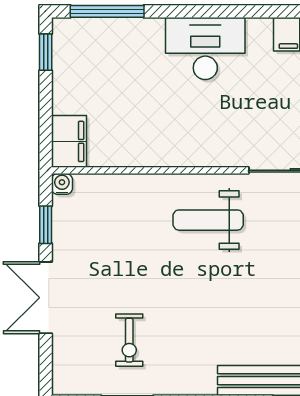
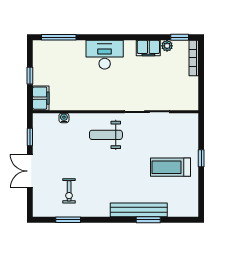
window: (46, 52) -> (30, 76), moved
water cooler: (62, 184) -> (64, 118), moved

